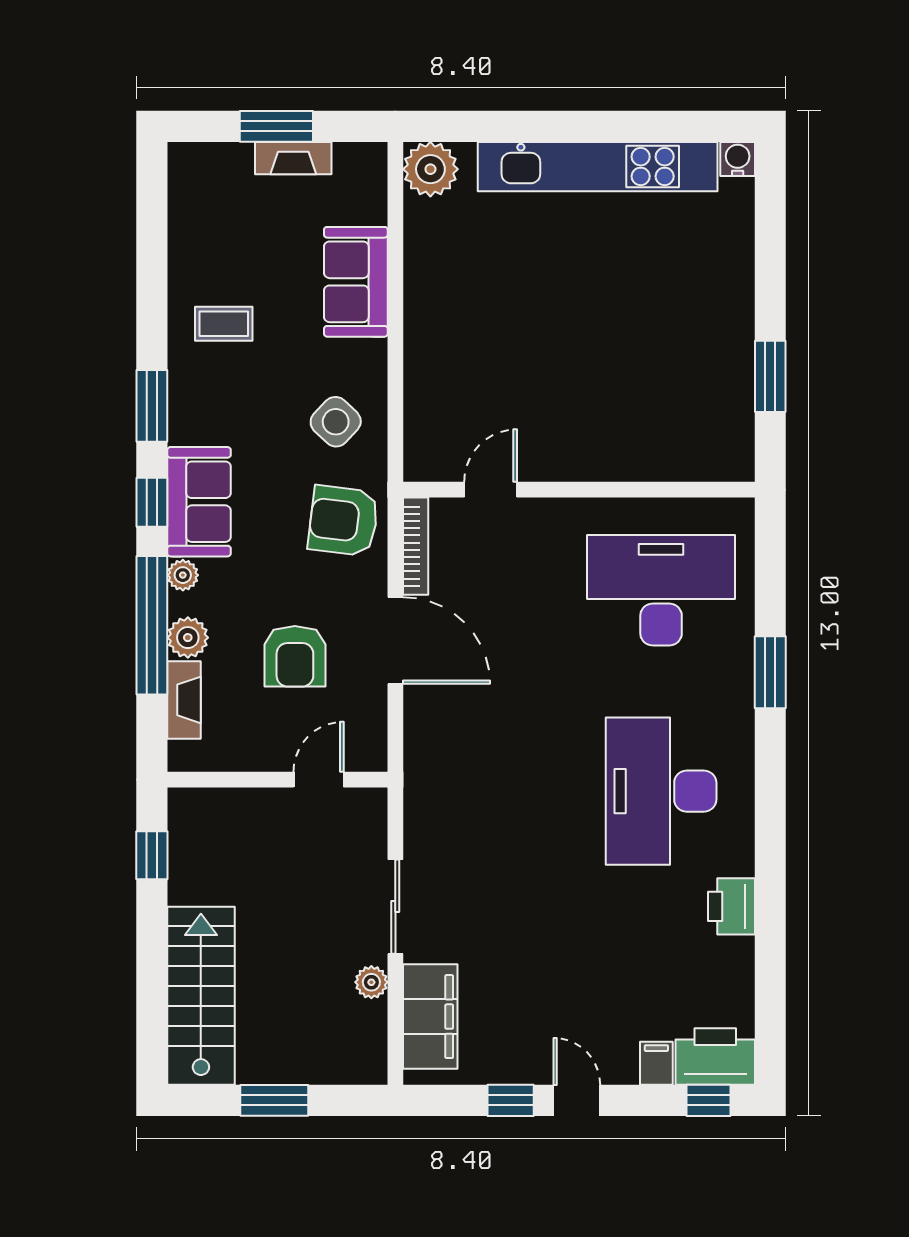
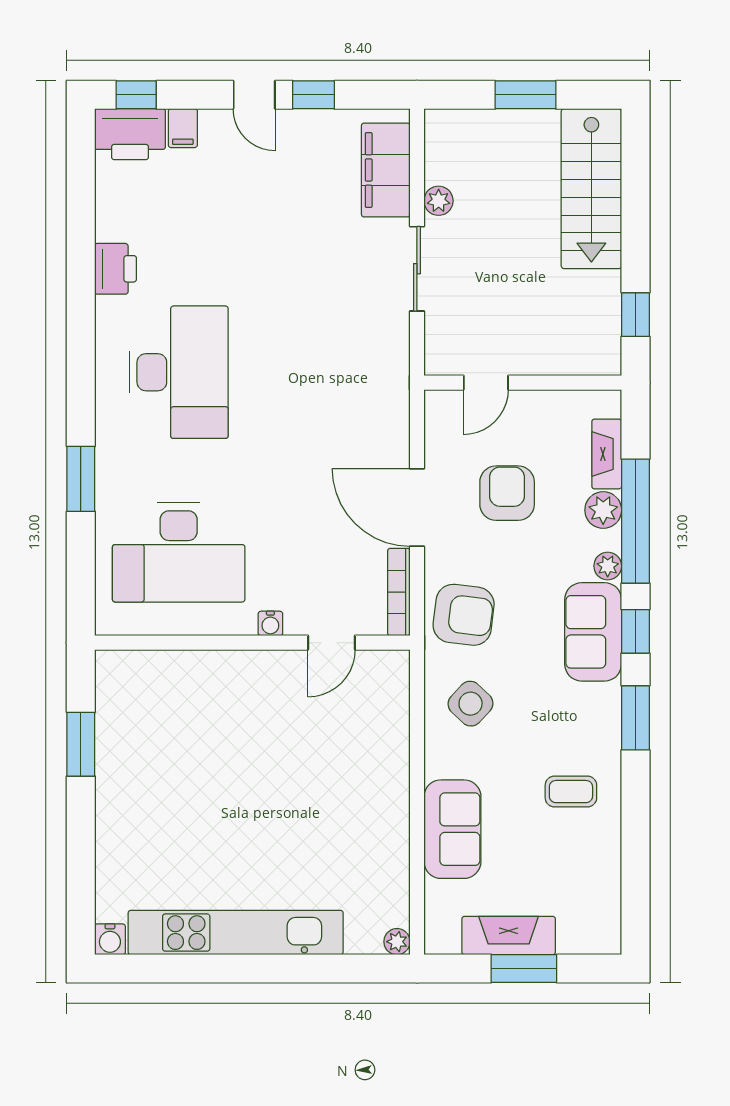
fireplace: (293, 158) -> (509, 936), width x1.37, depth x1.32
plant: (430, 169) -> (397, 942), width x0.53, depth x0.53
water cooler: (559, 511) -> (270, 623), added

